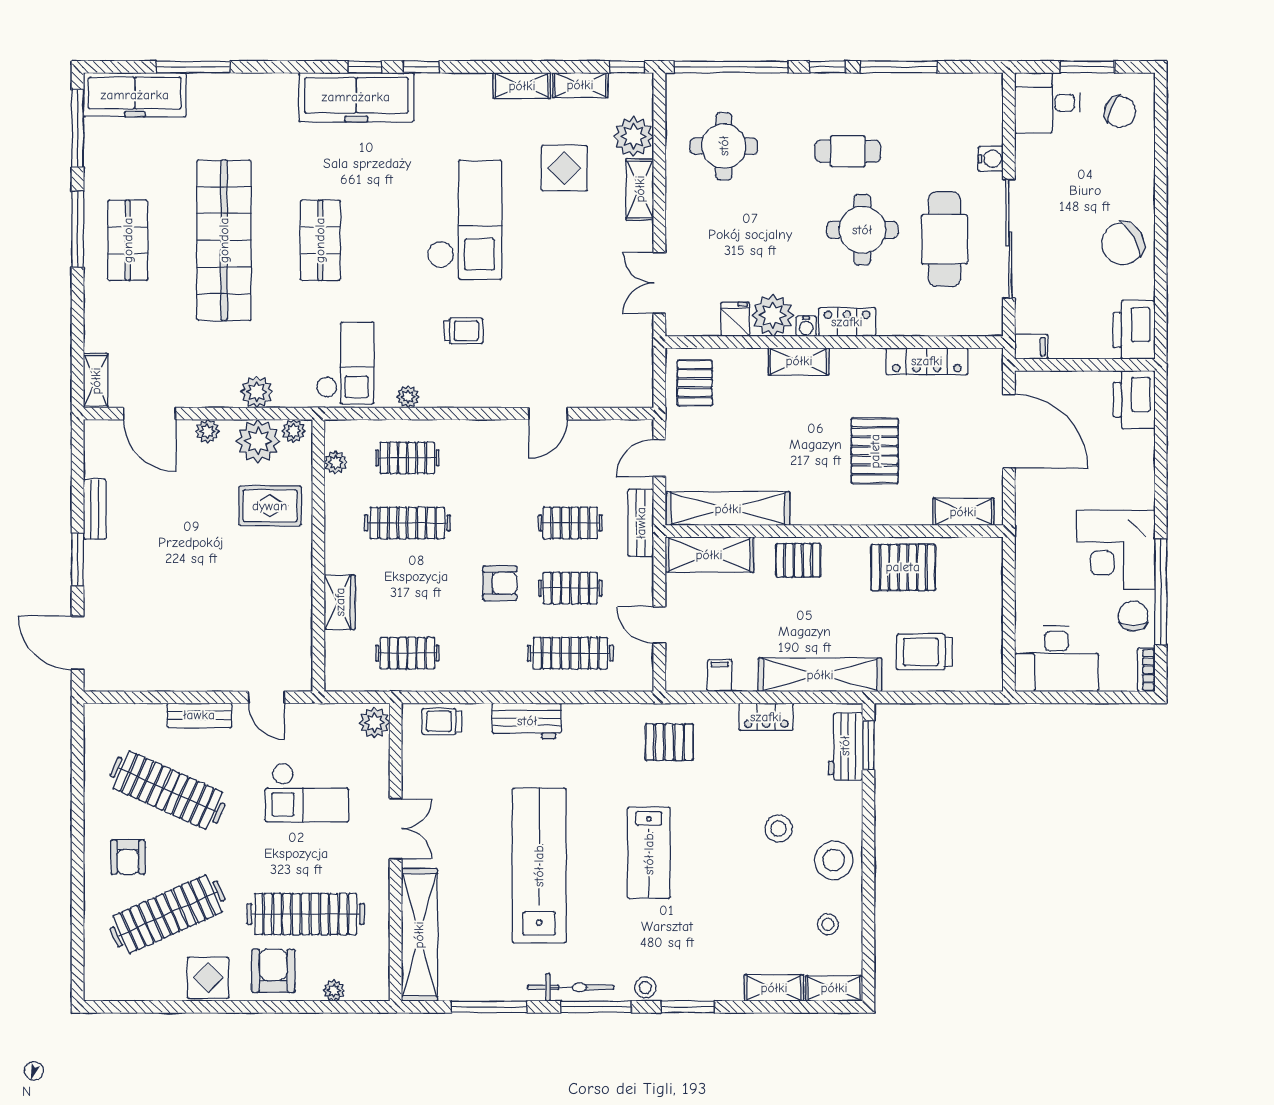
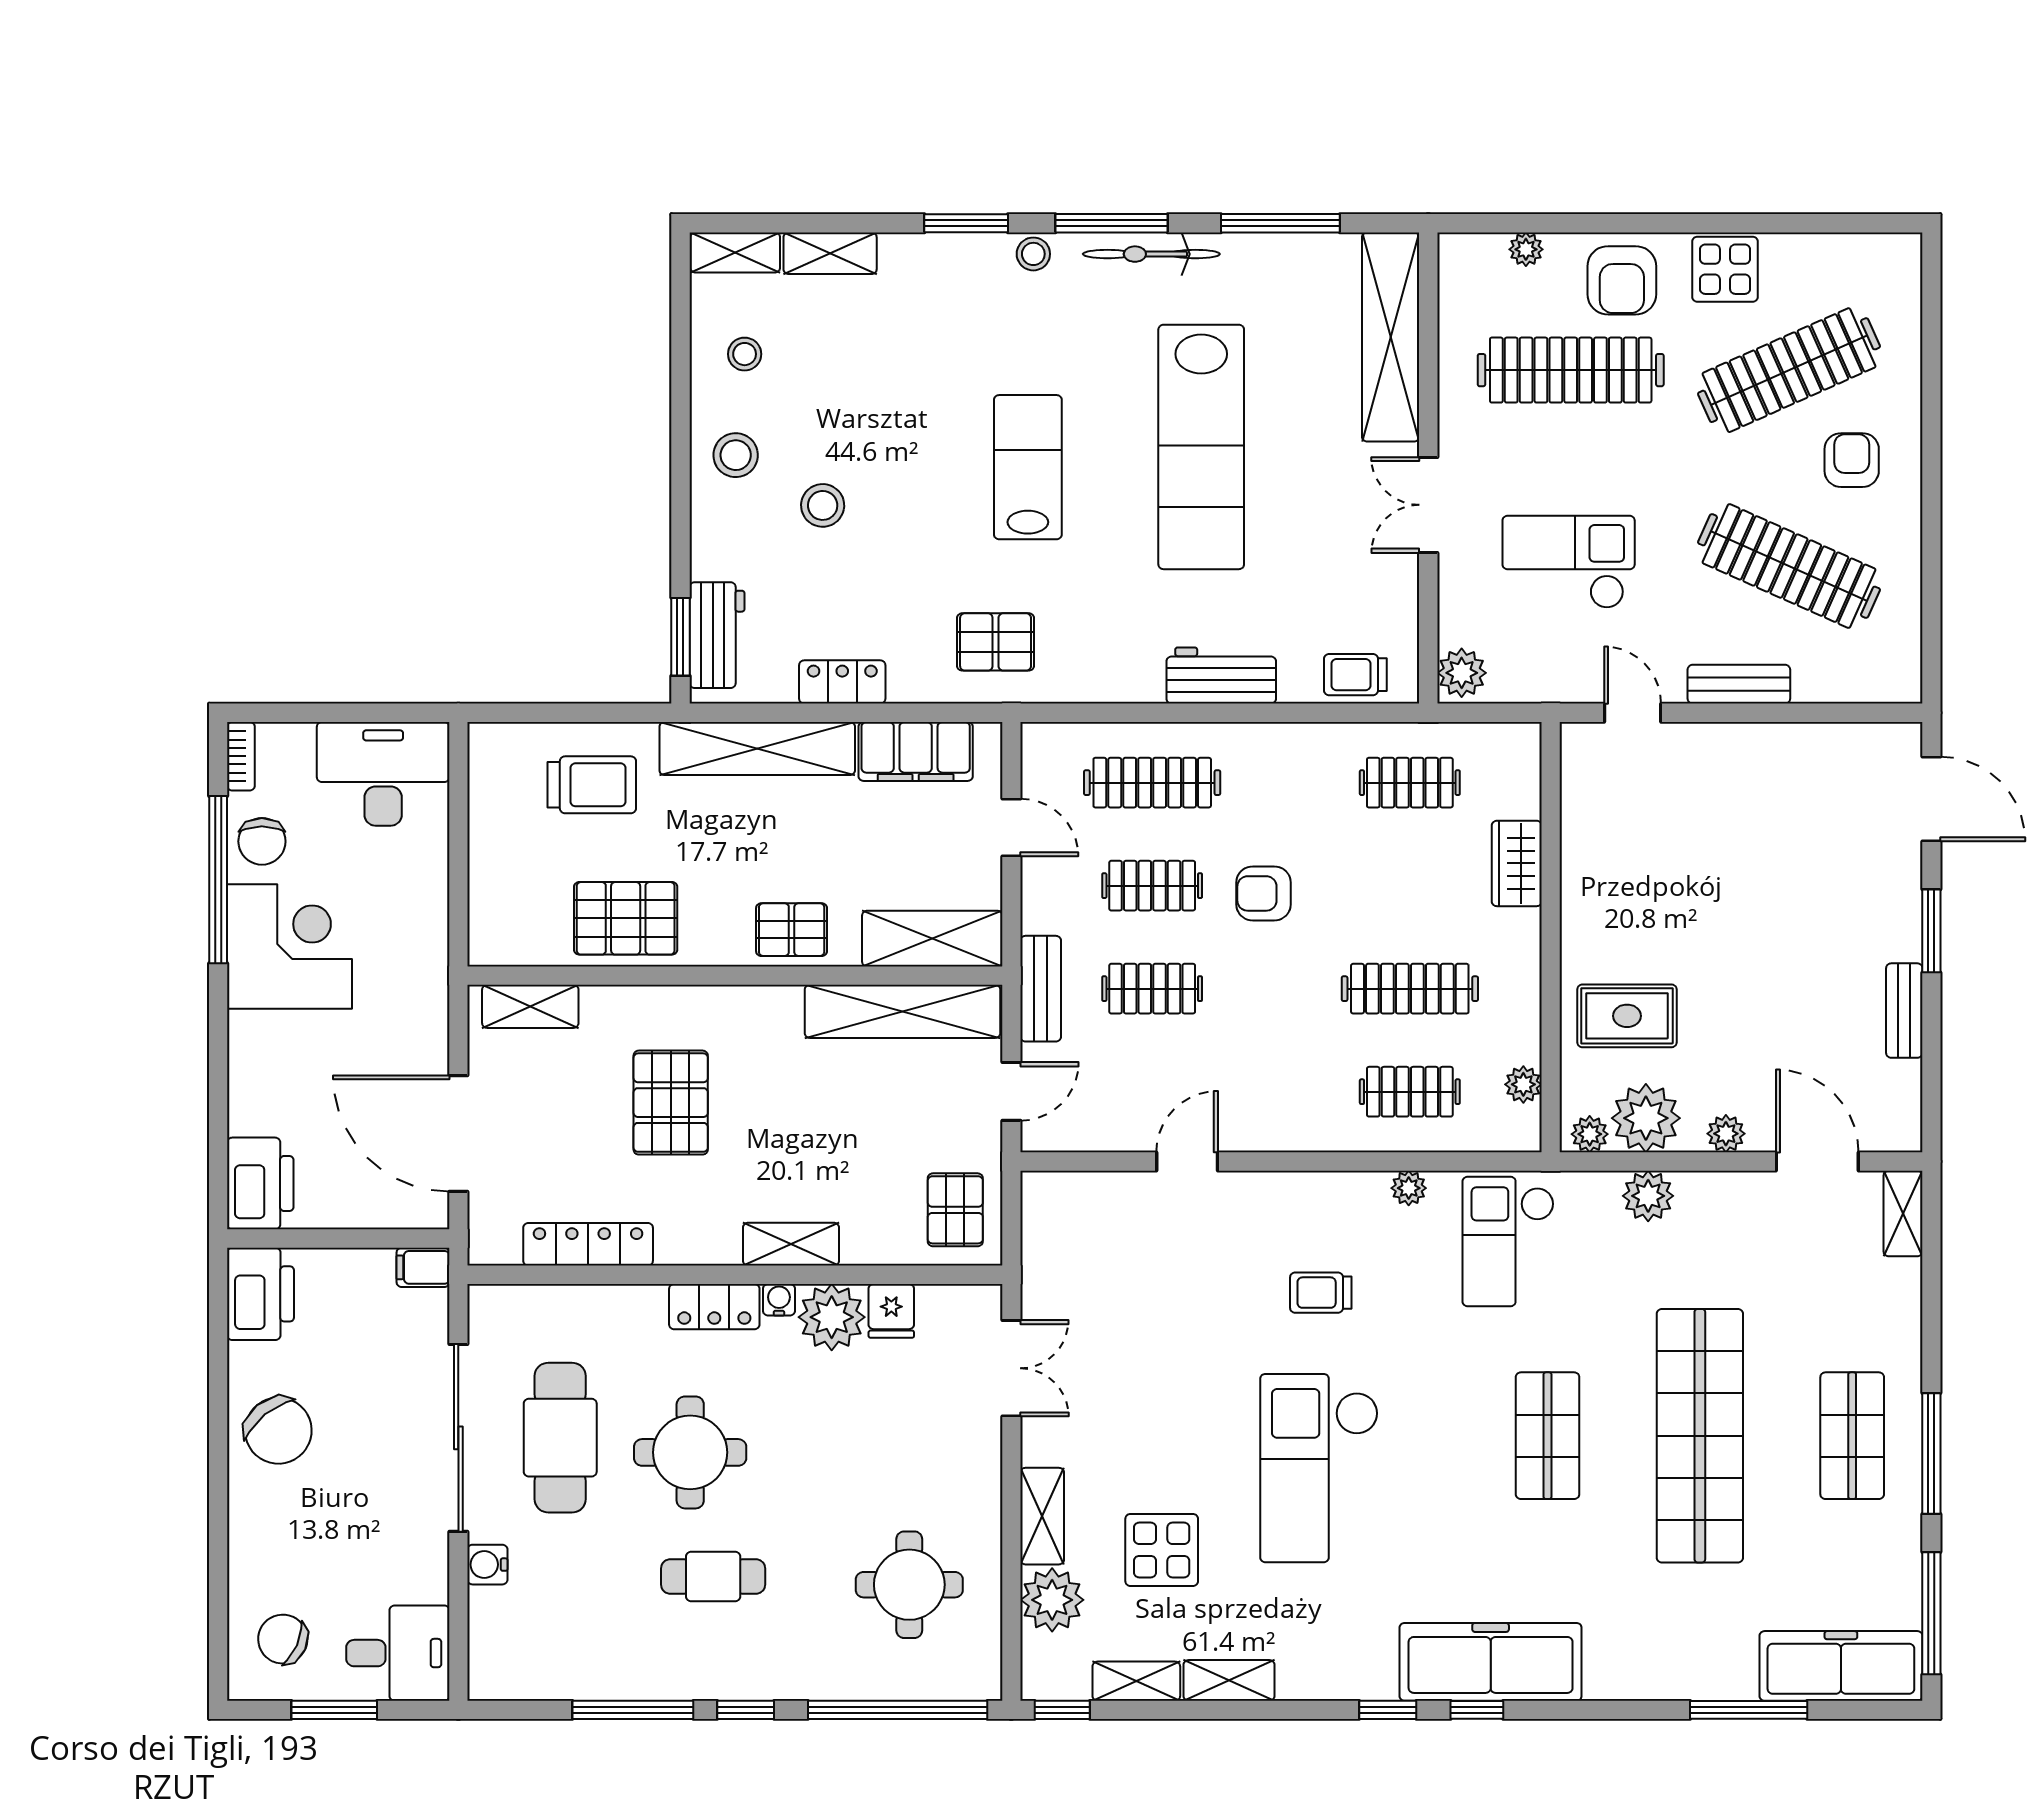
chair: (1123, 244) -> (278, 1431), turned 81
filing cabinet: (720, 676) -> (916, 751), width x3.00, depth x1.17
trolley: (442, 722) -> (1355, 675), turned 180
stool: (834, 860) -> (736, 455), width x0.73, depth x0.73

